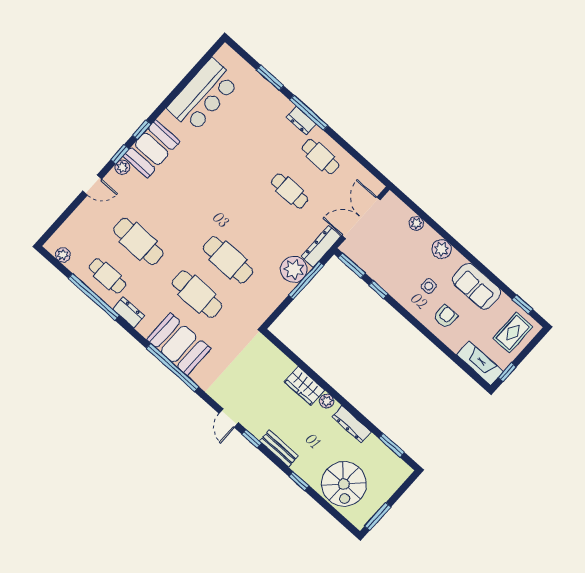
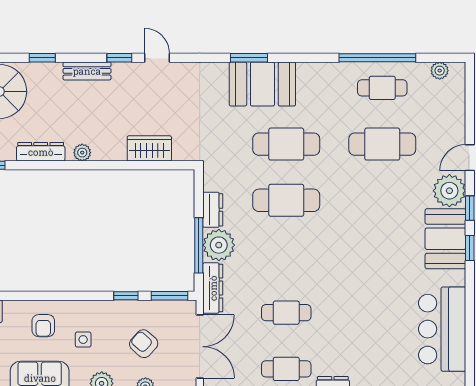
plant: (122, 167) -> (449, 191), width x1.88, depth x1.88
armchair: (394, 250) -> (144, 344), added
dresser: (128, 312) -> (213, 210), moved, turned -90
window: (172, 368) -> (249, 58), width x0.47
wardrobe: (305, 386) -> (149, 148), moved

